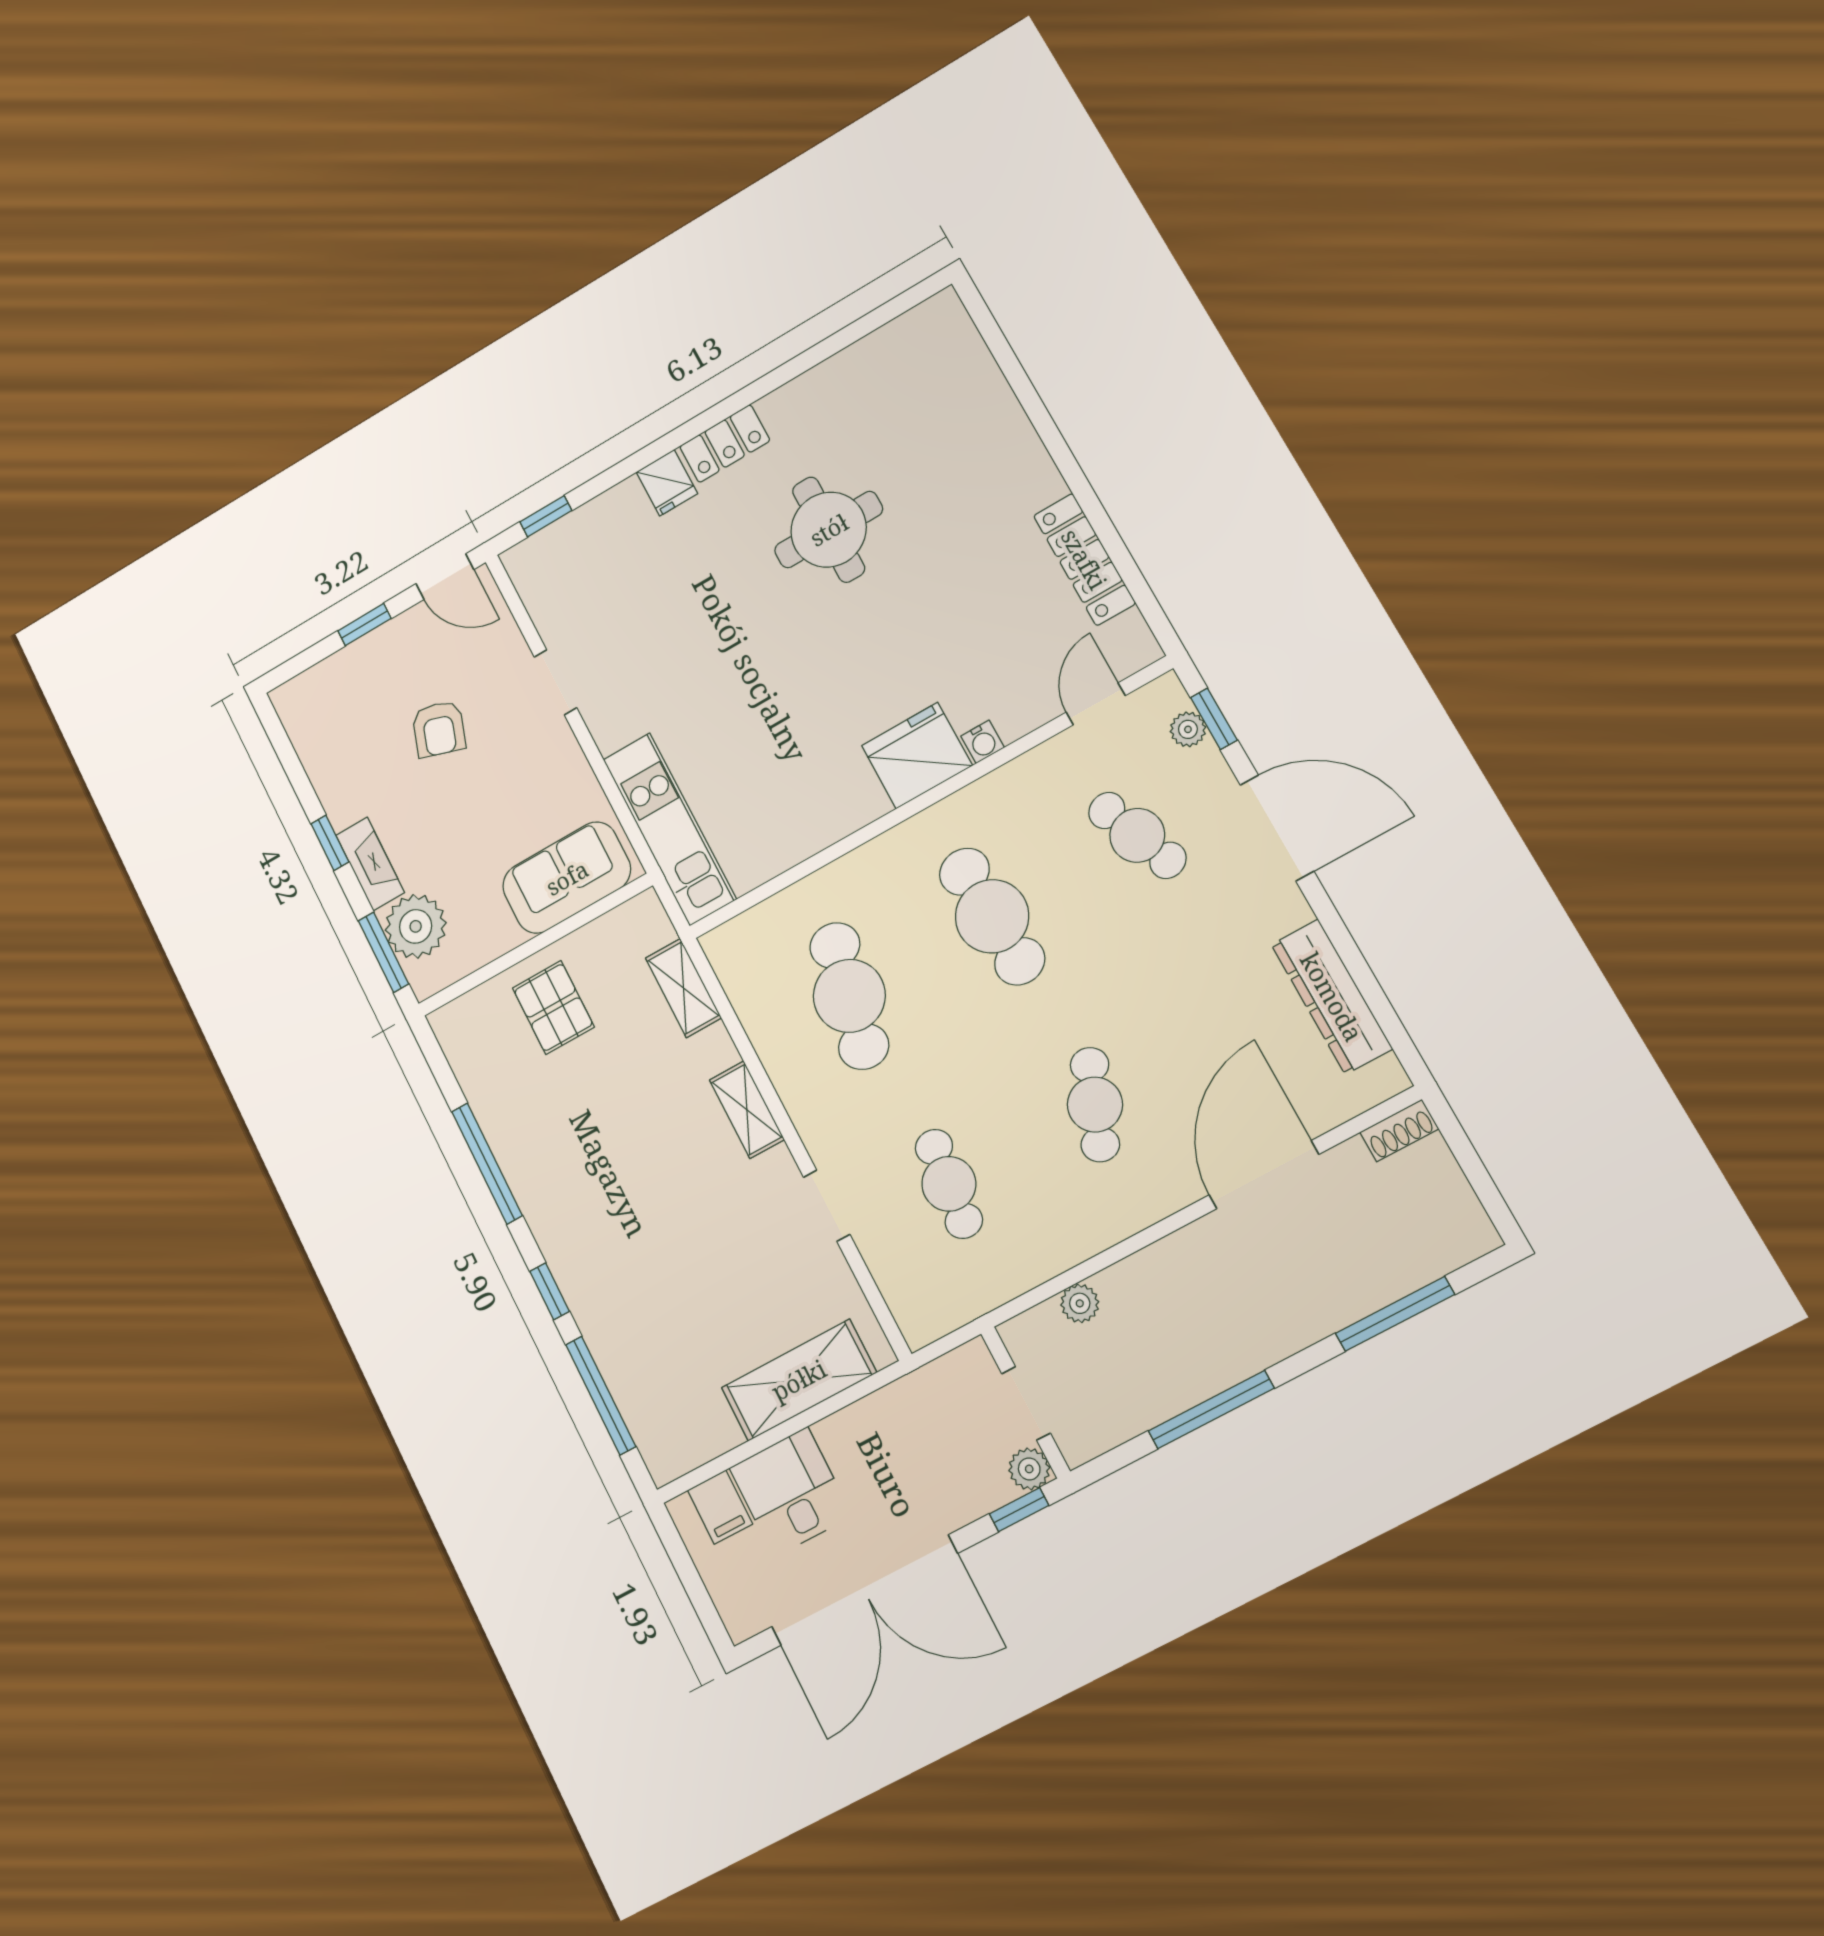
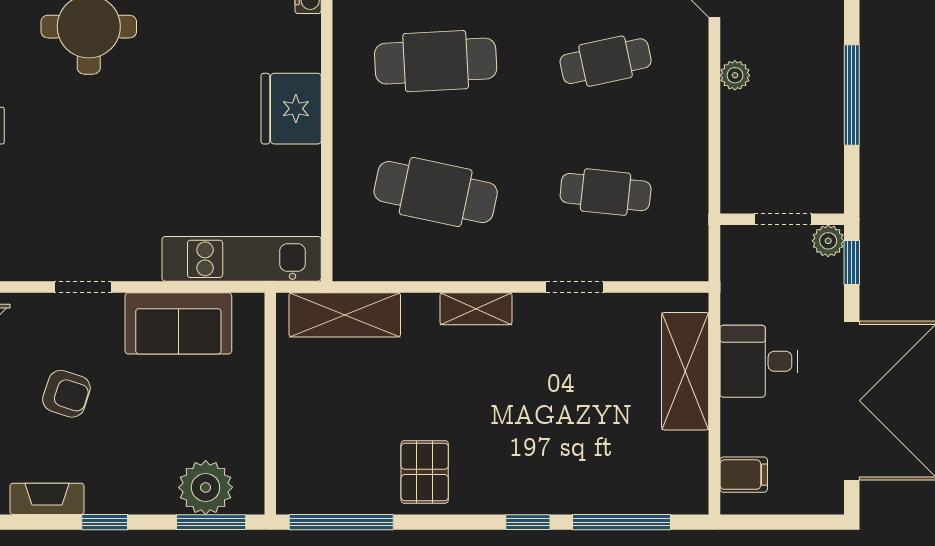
fridge: (917, 756) -> (291, 109), moved
fireplace: (370, 864) -> (47, 499), moved
sofa: (567, 878) -> (178, 323), moved, turned -90
shelving: (683, 988) -> (345, 315), width x1.50, depth x1.33
pallet: (553, 1007) -> (425, 472), moved, turned 90
cafe table: (1095, 1105) -> (606, 61), turned -33
window: (487, 1163) -> (341, 522), moved
plant: (1080, 1303) -> (735, 75), moved
desk: (791, 1492) -> (759, 361), moved

